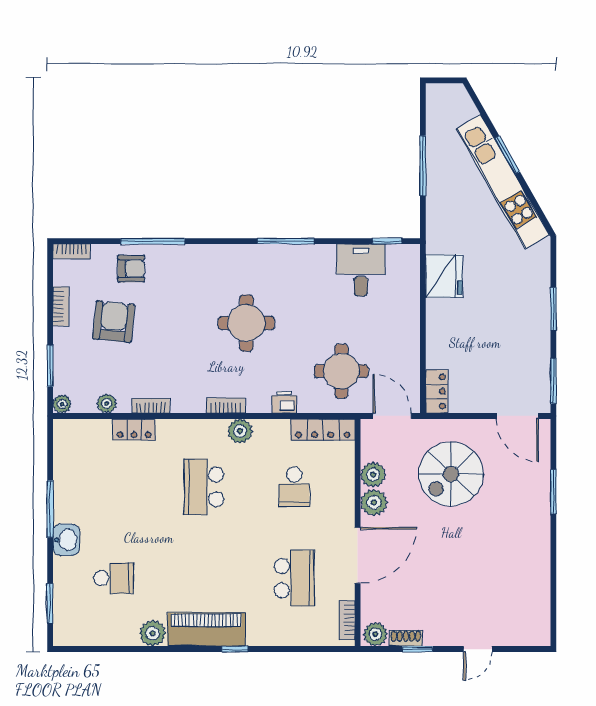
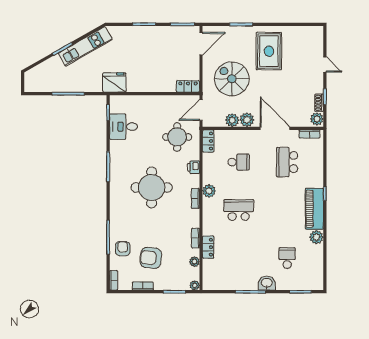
kitchen unit: (503, 182) -> (85, 46), width x0.73
fridge: (444, 276) -> (114, 82), moved
round table: (246, 323) -> (152, 187), width x1.36, depth x1.36
locker: (323, 429) -> (208, 141), width x0.66
spiral stairs: (451, 474) -> (232, 79), turned 180
school desk: (204, 487) -> (239, 210), turned 180
rug: (503, 544) -> (269, 51), added
school desk: (294, 578) -> (287, 162), turned -90

